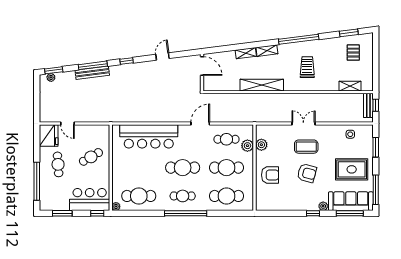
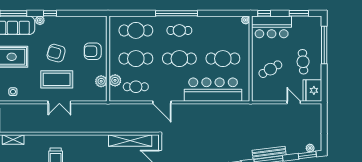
shelving: (262, 85) -> (130, 140), moved
door: (200, 124) -> (162, 102), hinge flipped
coffee table: (306, 147) -> (57, 79), width x1.36, depth x1.32
cafe table: (139, 196) -> (223, 59), moved

